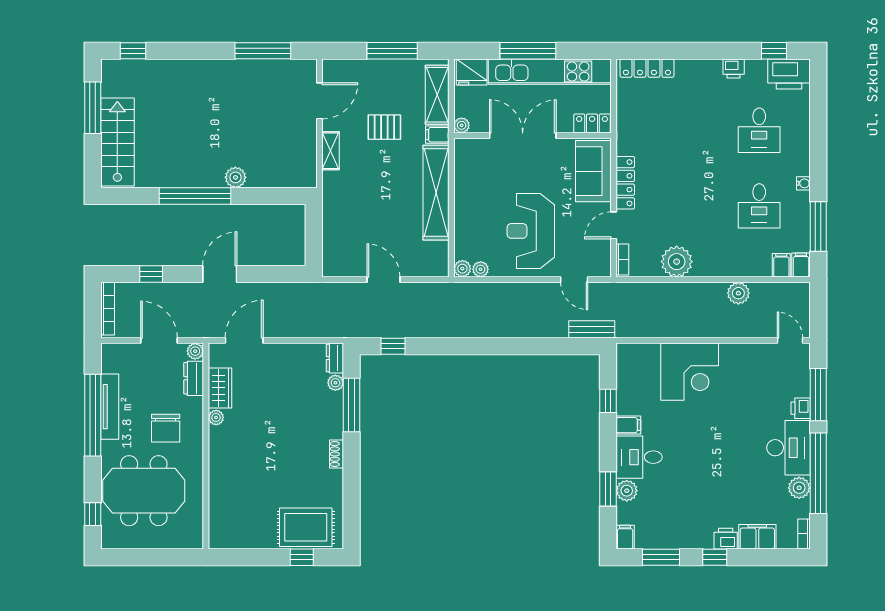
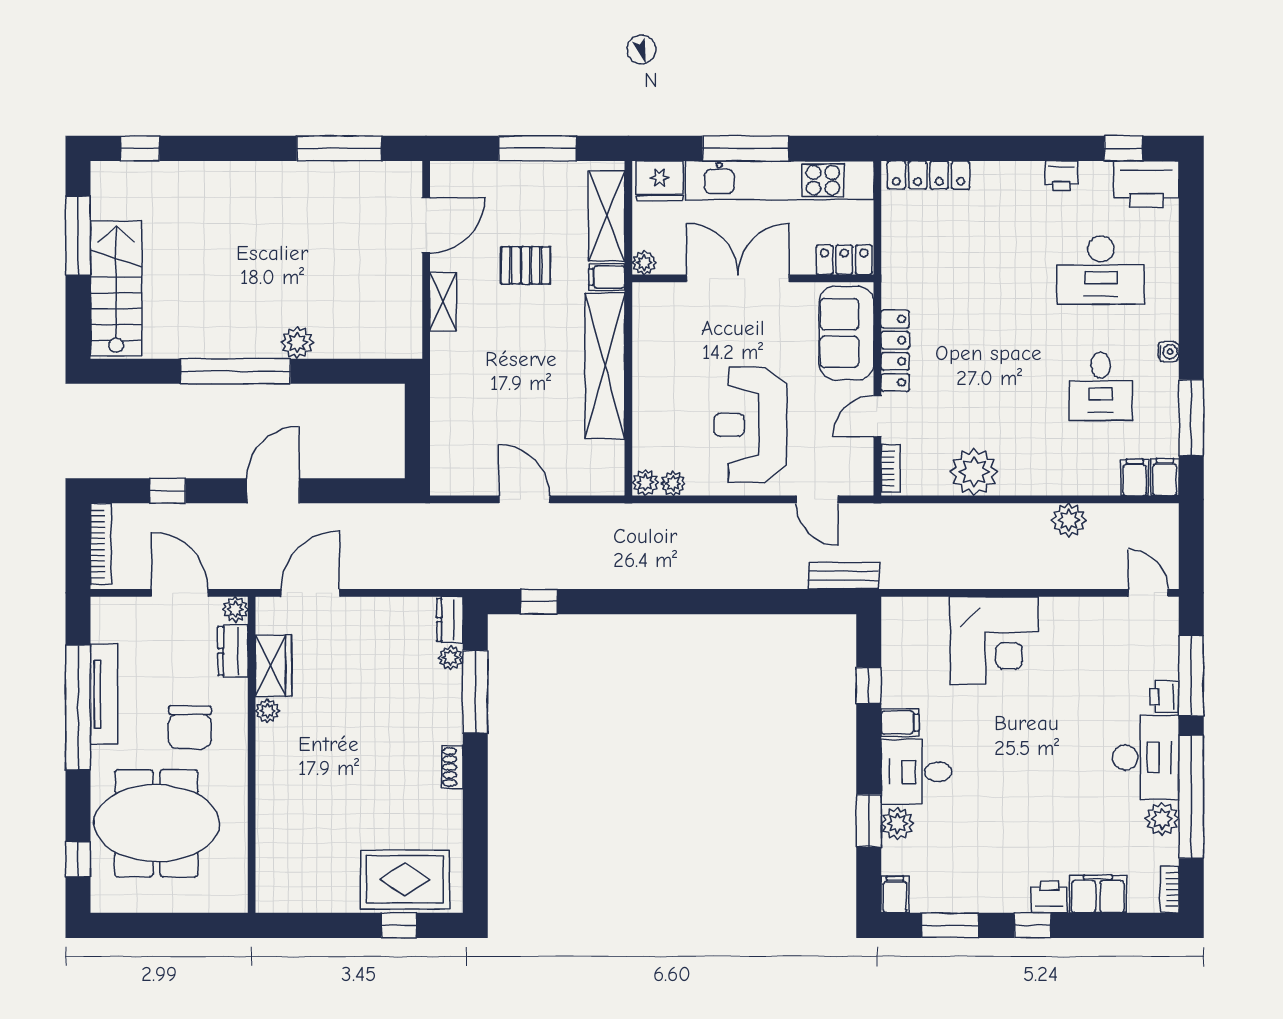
desk: (759, 130) -> (1101, 270), width x1.37

